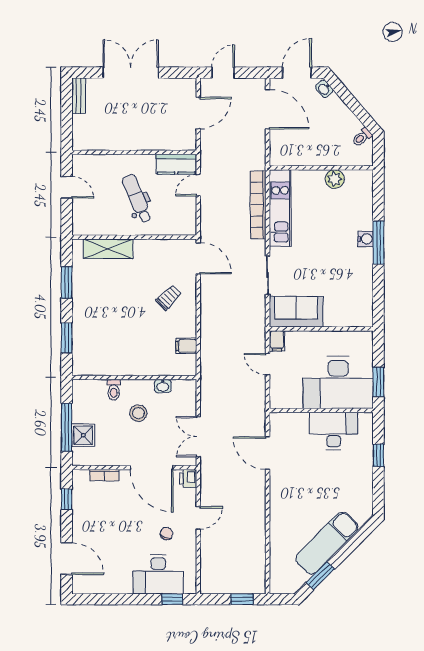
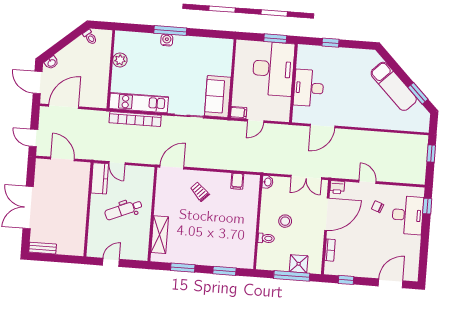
washbasin: (163, 386) -> (267, 182), moved
desk: (334, 431) -> (309, 88), moved

